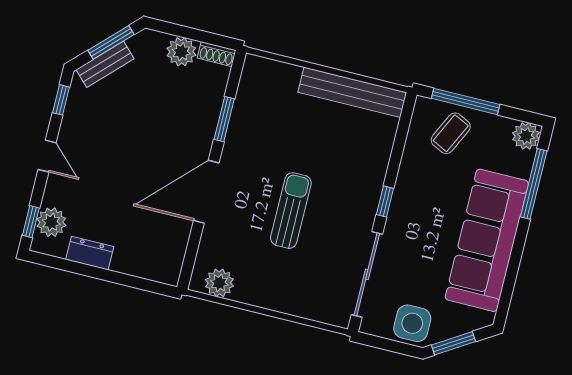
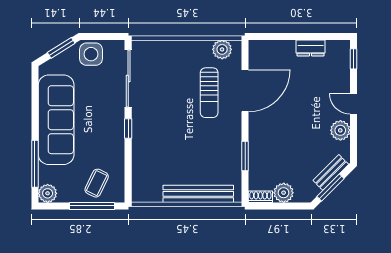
bench: (352, 92) -> (198, 194), moved
window: (61, 100) -> (354, 142), removed
door: (206, 192) -> (245, 91), moved
sun lounger: (291, 211) -> (209, 93), moved
plant: (51, 222) -> (340, 130), moved

